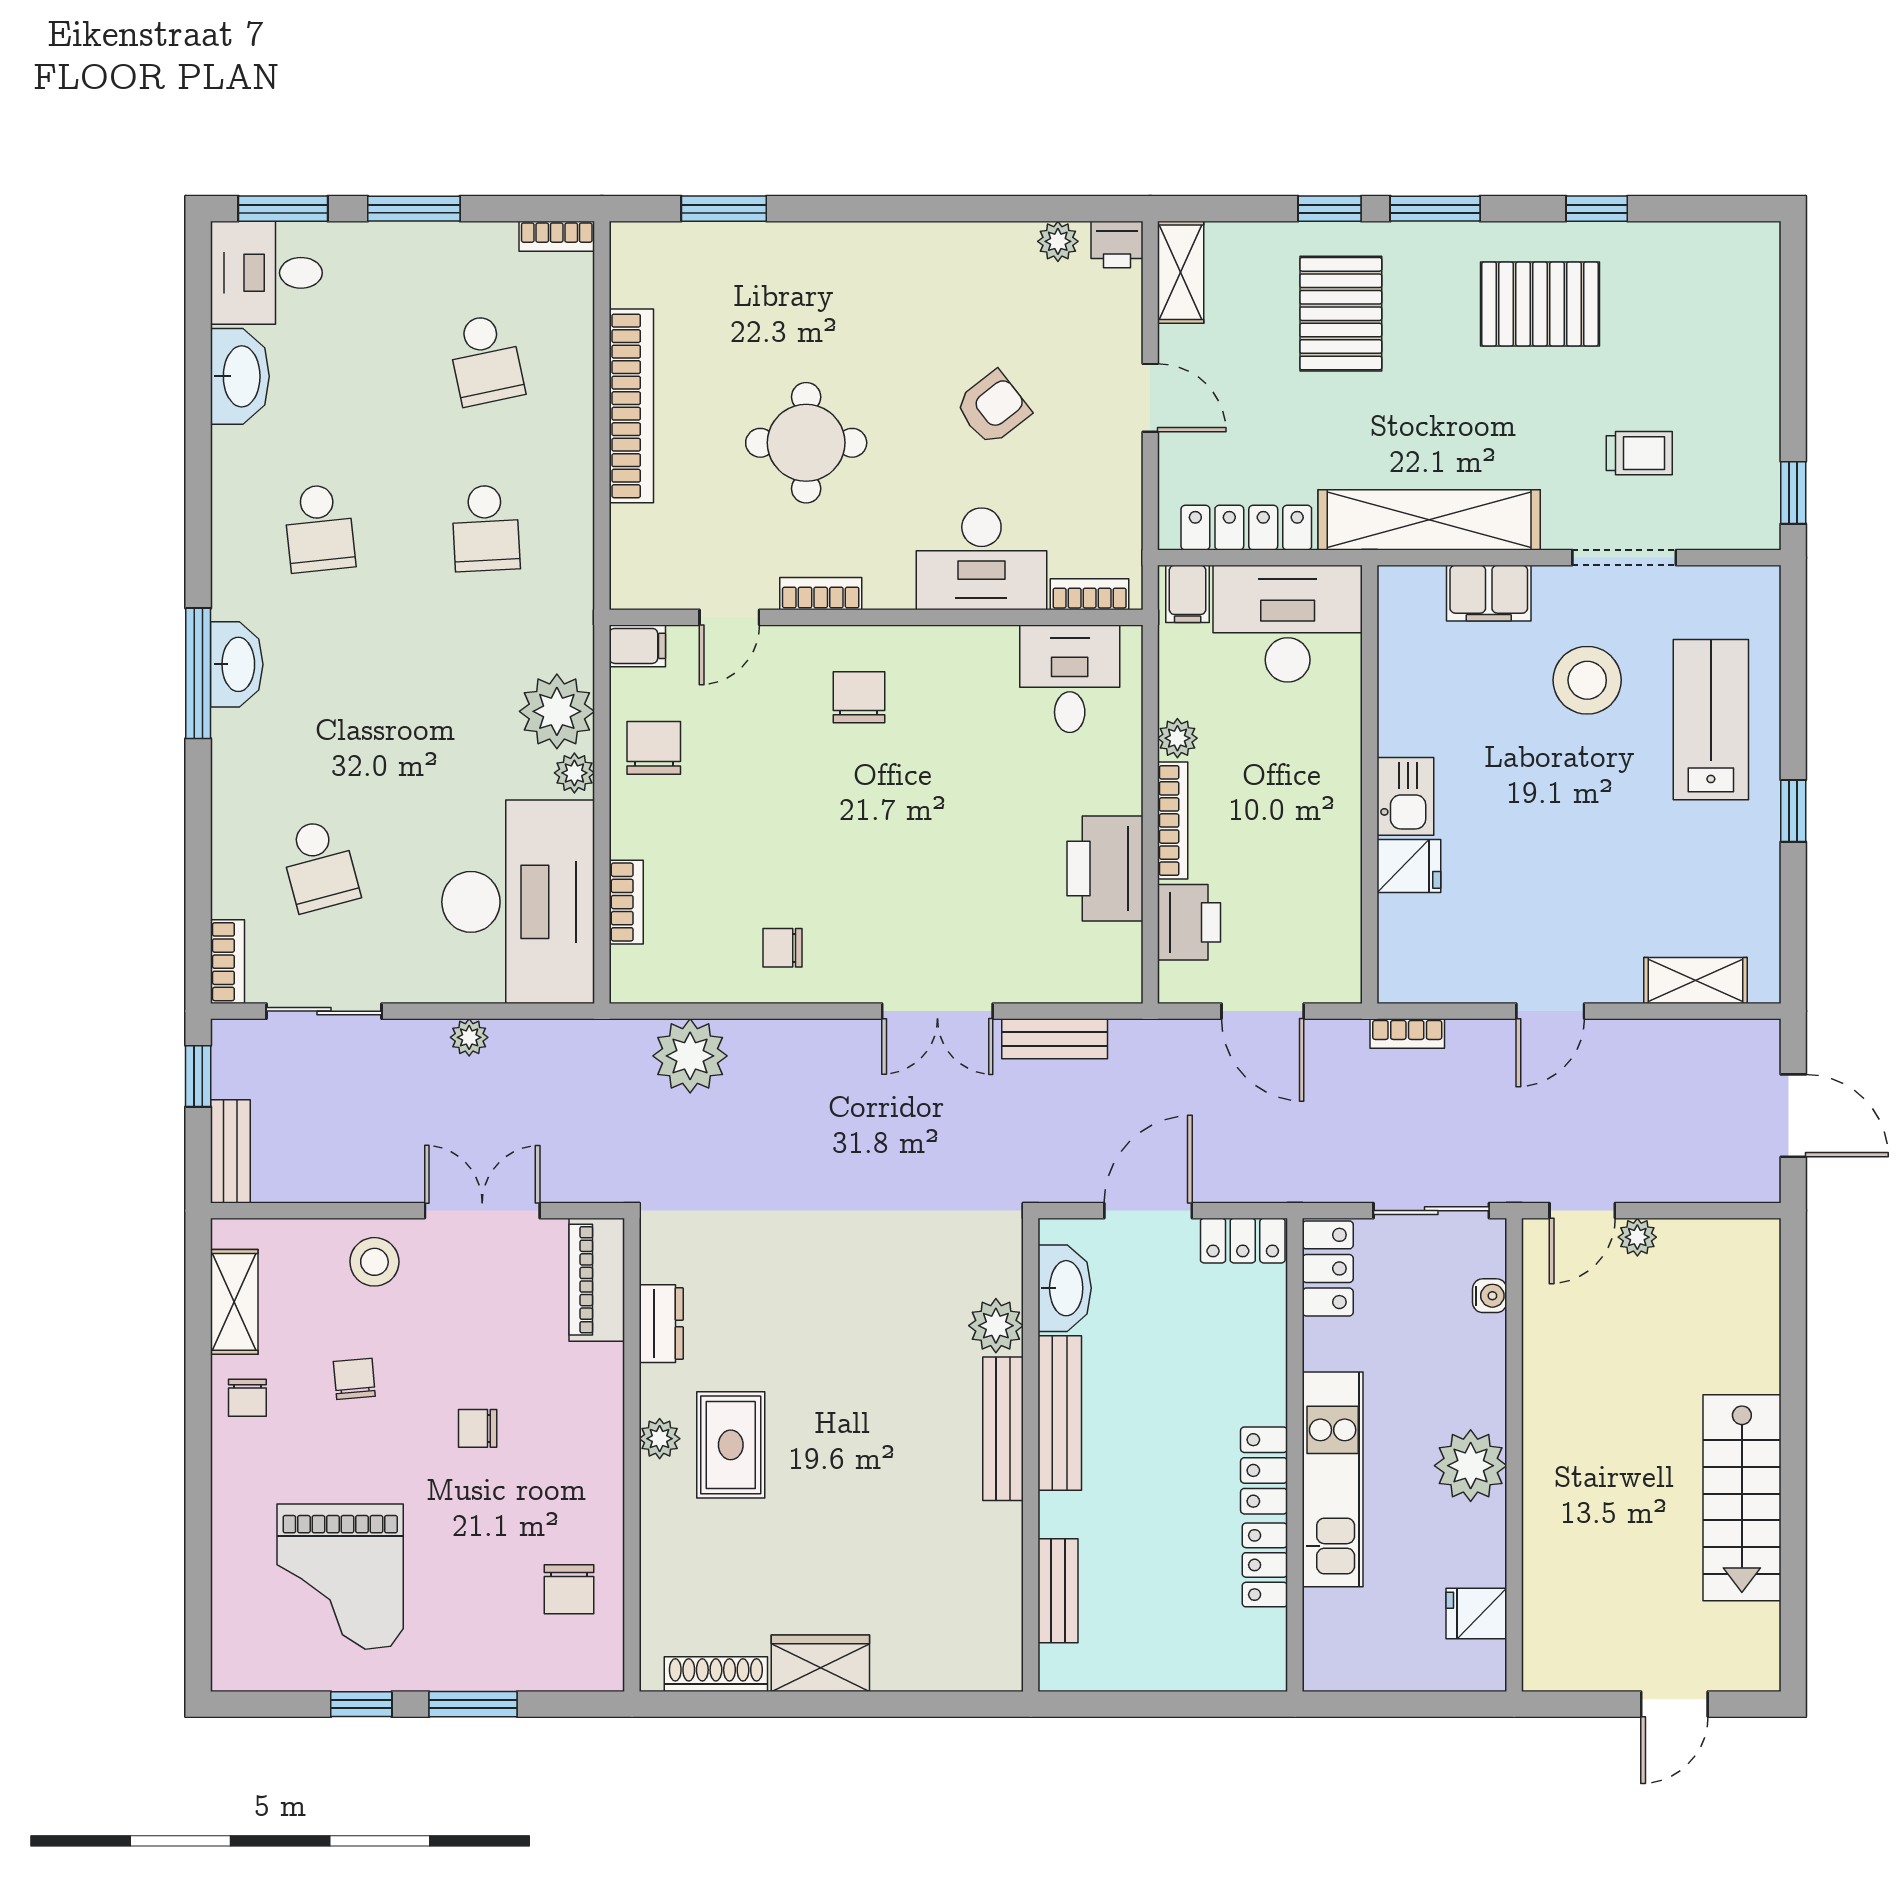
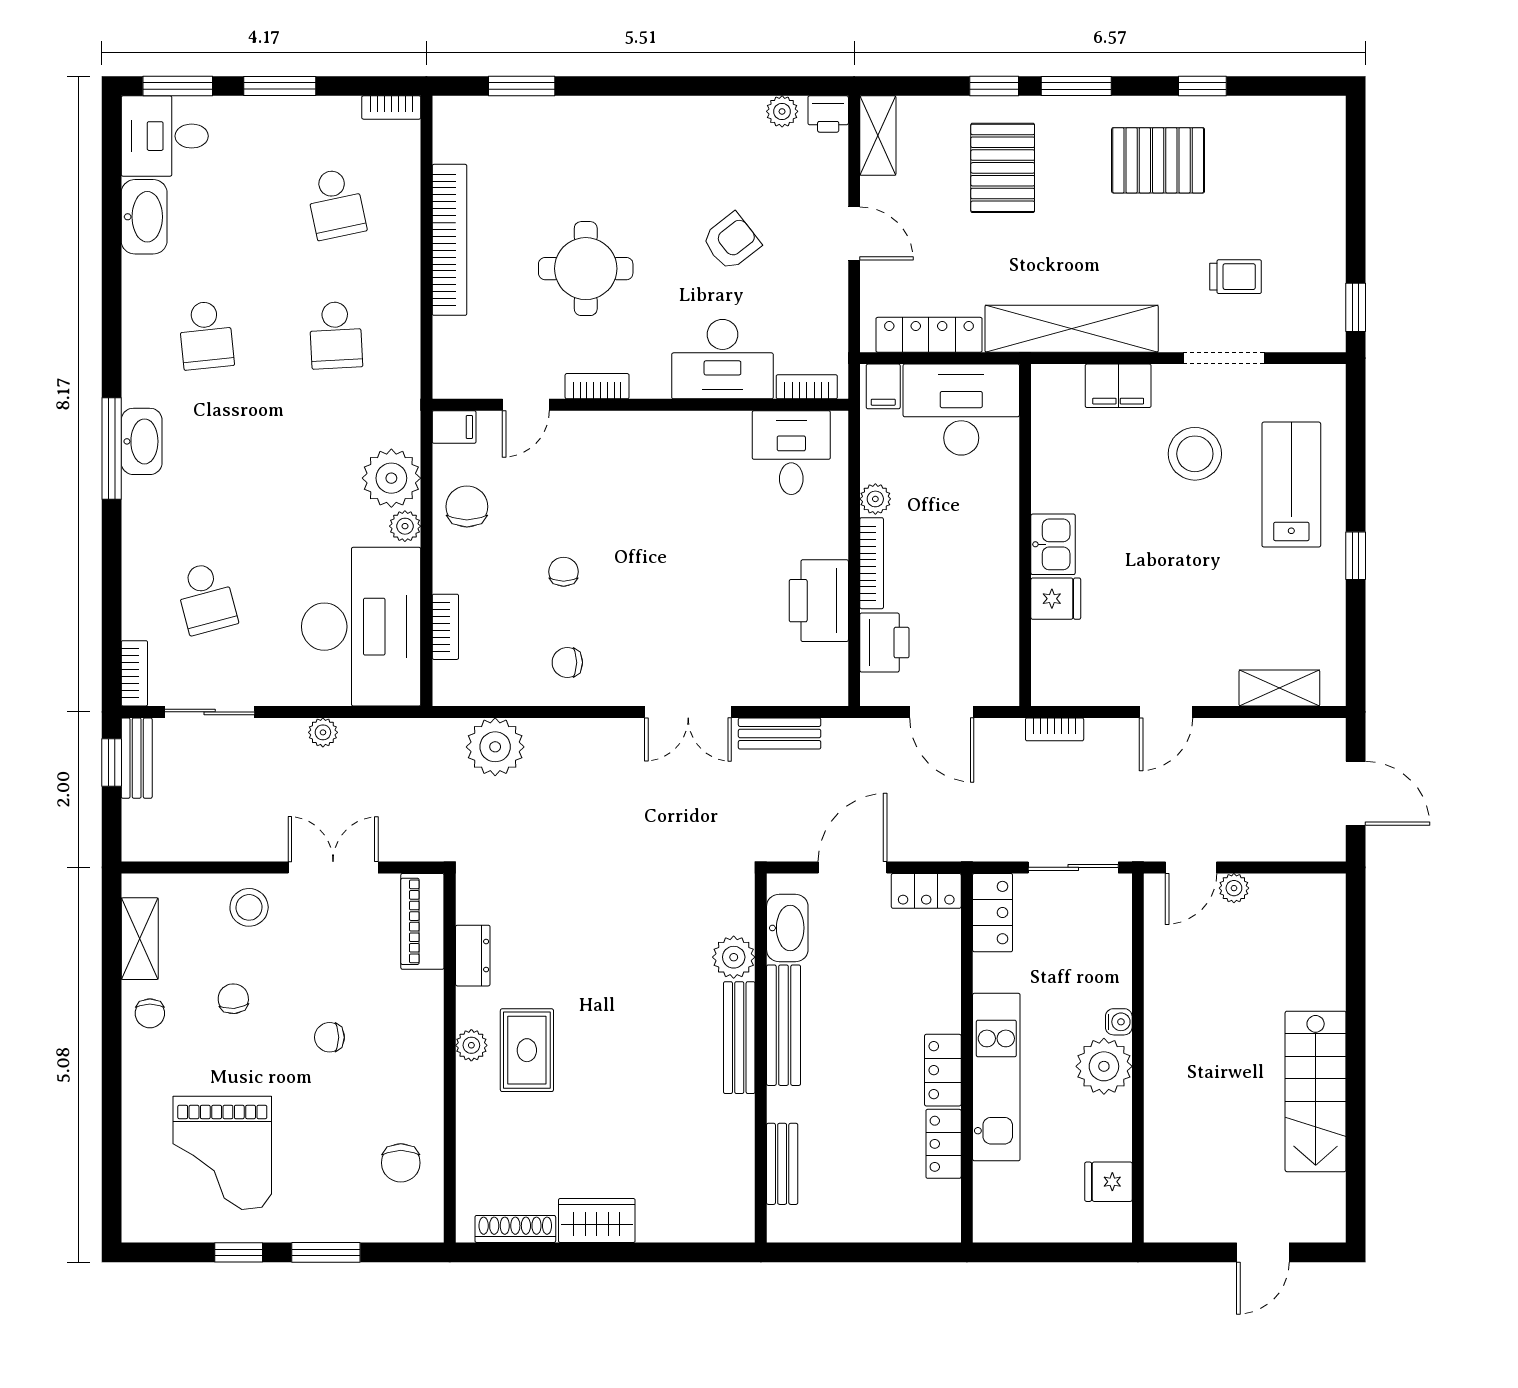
chair: (859, 697) -> (564, 572), moved, width x0.73, depth x0.73
bench: (230, 1151) -> (137, 758), moved
water cooler: (1490, 1296) -> (1119, 1022), moved

